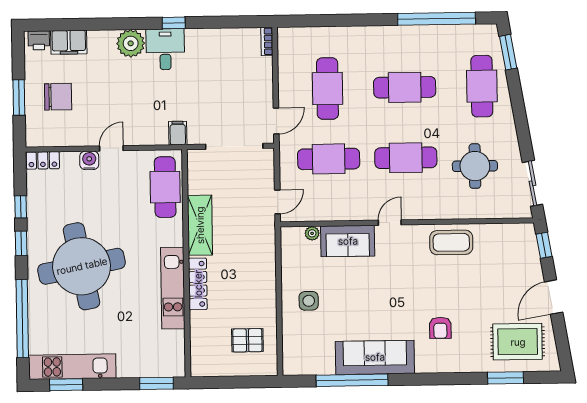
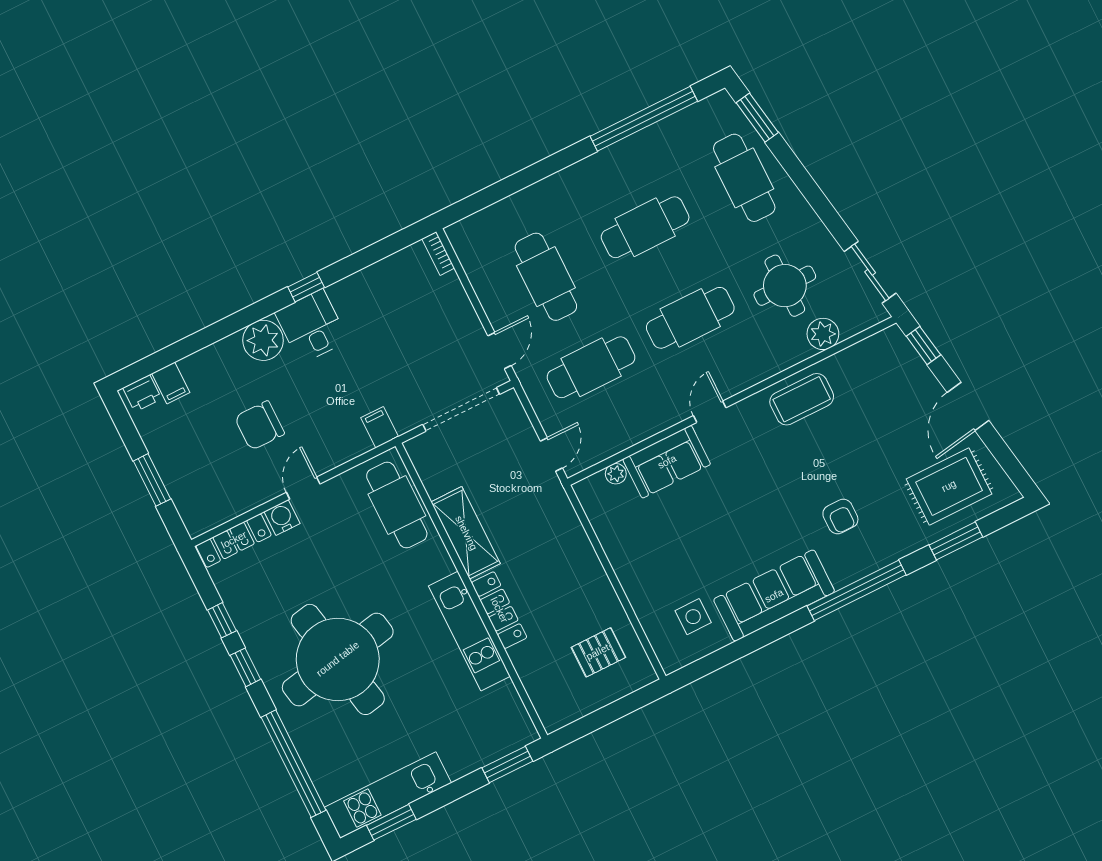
filing cabinet: (69, 42) -> (171, 383), width x0.50
chair: (58, 97) -> (259, 425), moved, turned 180
locker: (43, 160) -> (234, 540), width x1.53
plant: (484, 208) -> (823, 334), added
side table: (309, 301) -> (693, 617), moved
window: (352, 380) -> (857, 590), moved

